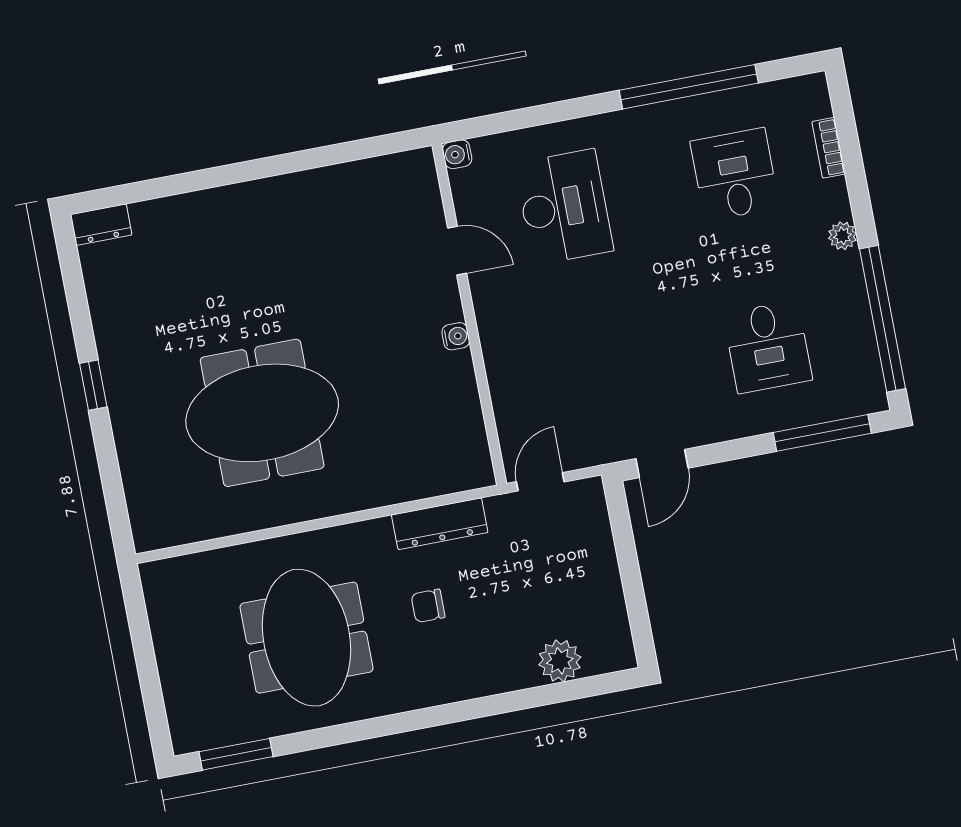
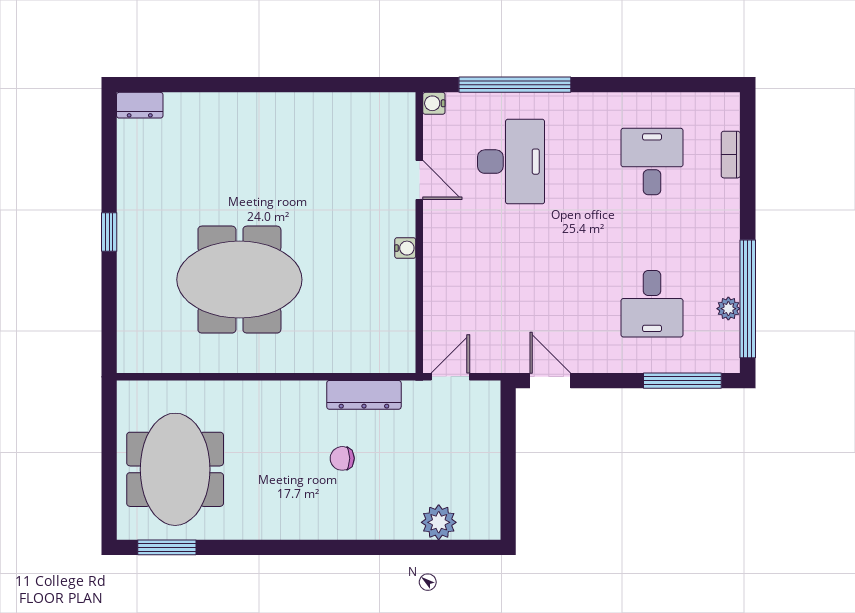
window: (689, 87) -> (515, 85), moved
plant: (842, 236) -> (728, 309), moved
door: (662, 463) -> (550, 381), swing flipped
meeting table: (306, 638) -> (175, 469), moved

